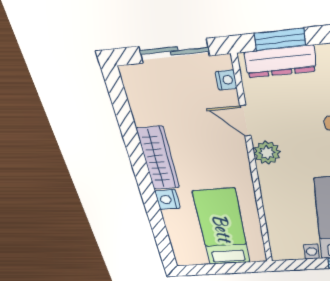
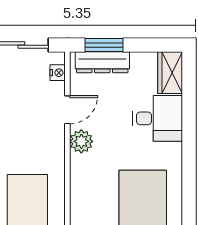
door: (245, 121) -> (67, 110), swing flipped

